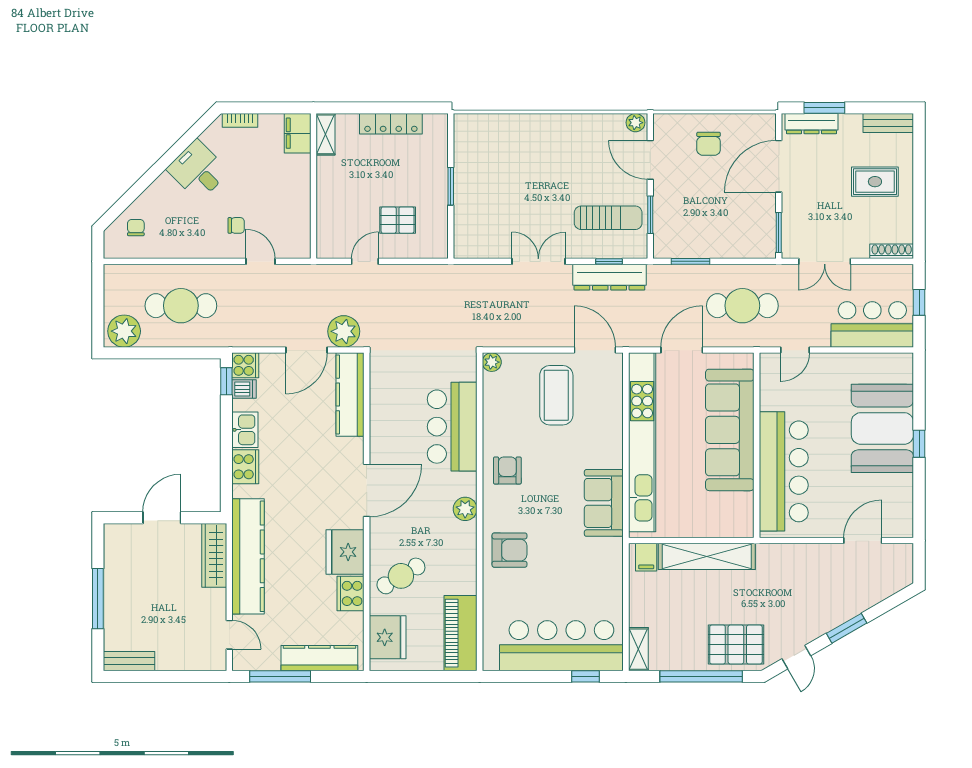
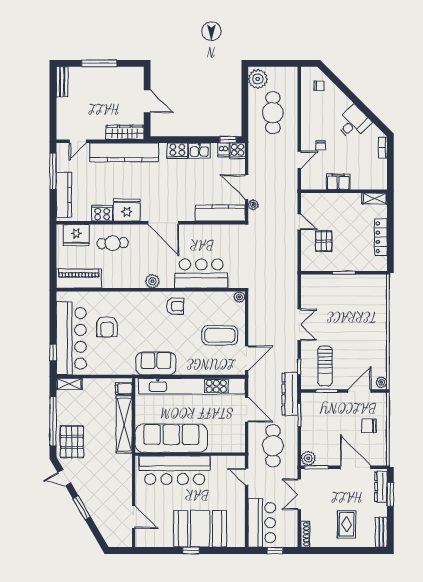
filing cabinet: (298, 133) -> (338, 182), moved
plant: (764, 246) -> (308, 458), added
dresser: (609, 277) -> (290, 394), moved
plant: (344, 331) -> (253, 205), width x0.53, depth x0.53
sofa: (730, 430) -> (171, 438), moved
armchair: (509, 550) -> (107, 327), moved
cafe table: (401, 576) -> (113, 243), turned -62

